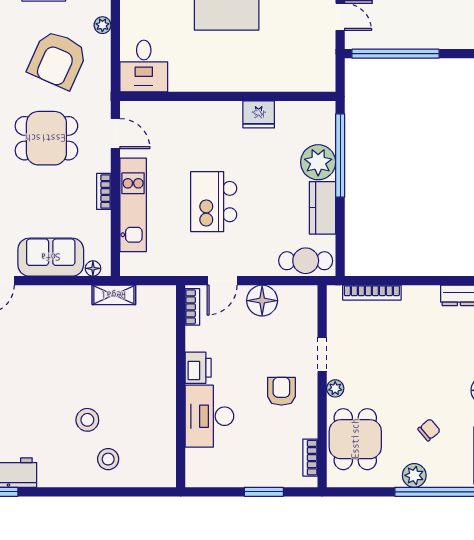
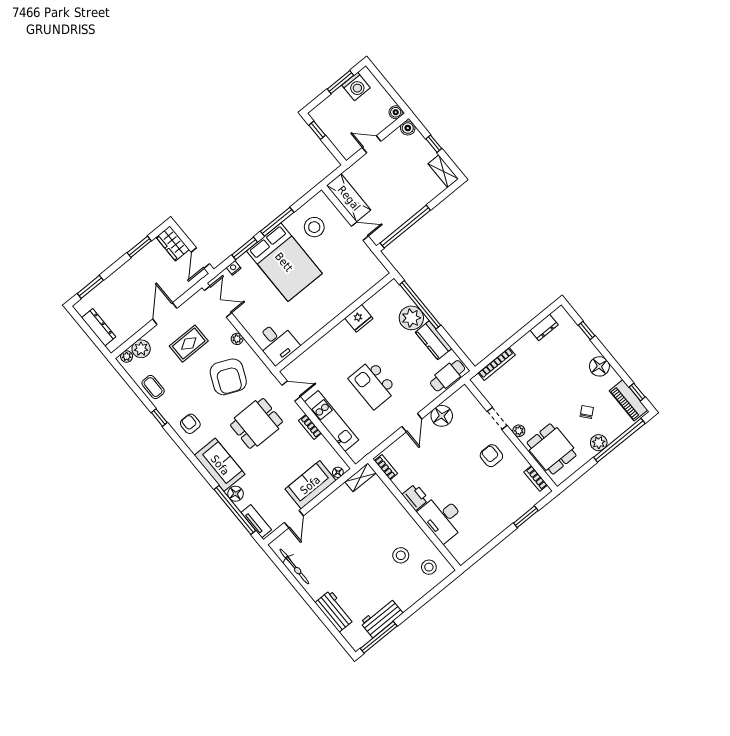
bookcase: (192, 307) -> (386, 467), moved
printer: (198, 368) -> (415, 497), moved
wall: (181, 386) -> (414, 514), moved
desk: (209, 416) -> (443, 518), moved

